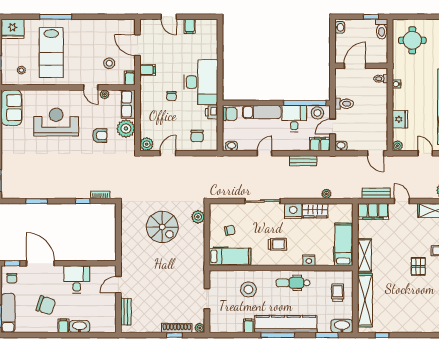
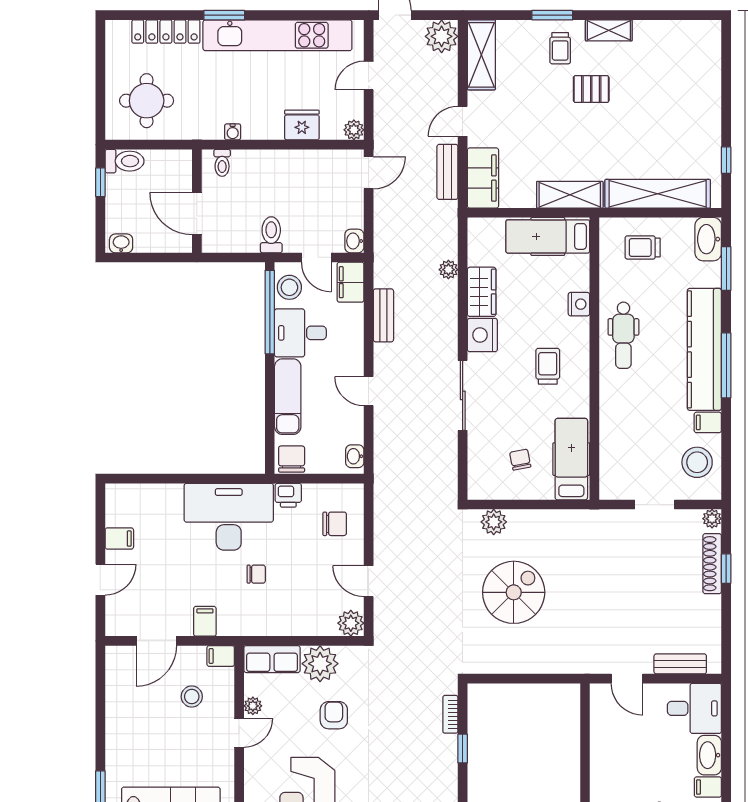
desk: (77, 279) -> (694, 708), moved, turned 180
stool: (248, 289) -> (697, 462), moved

